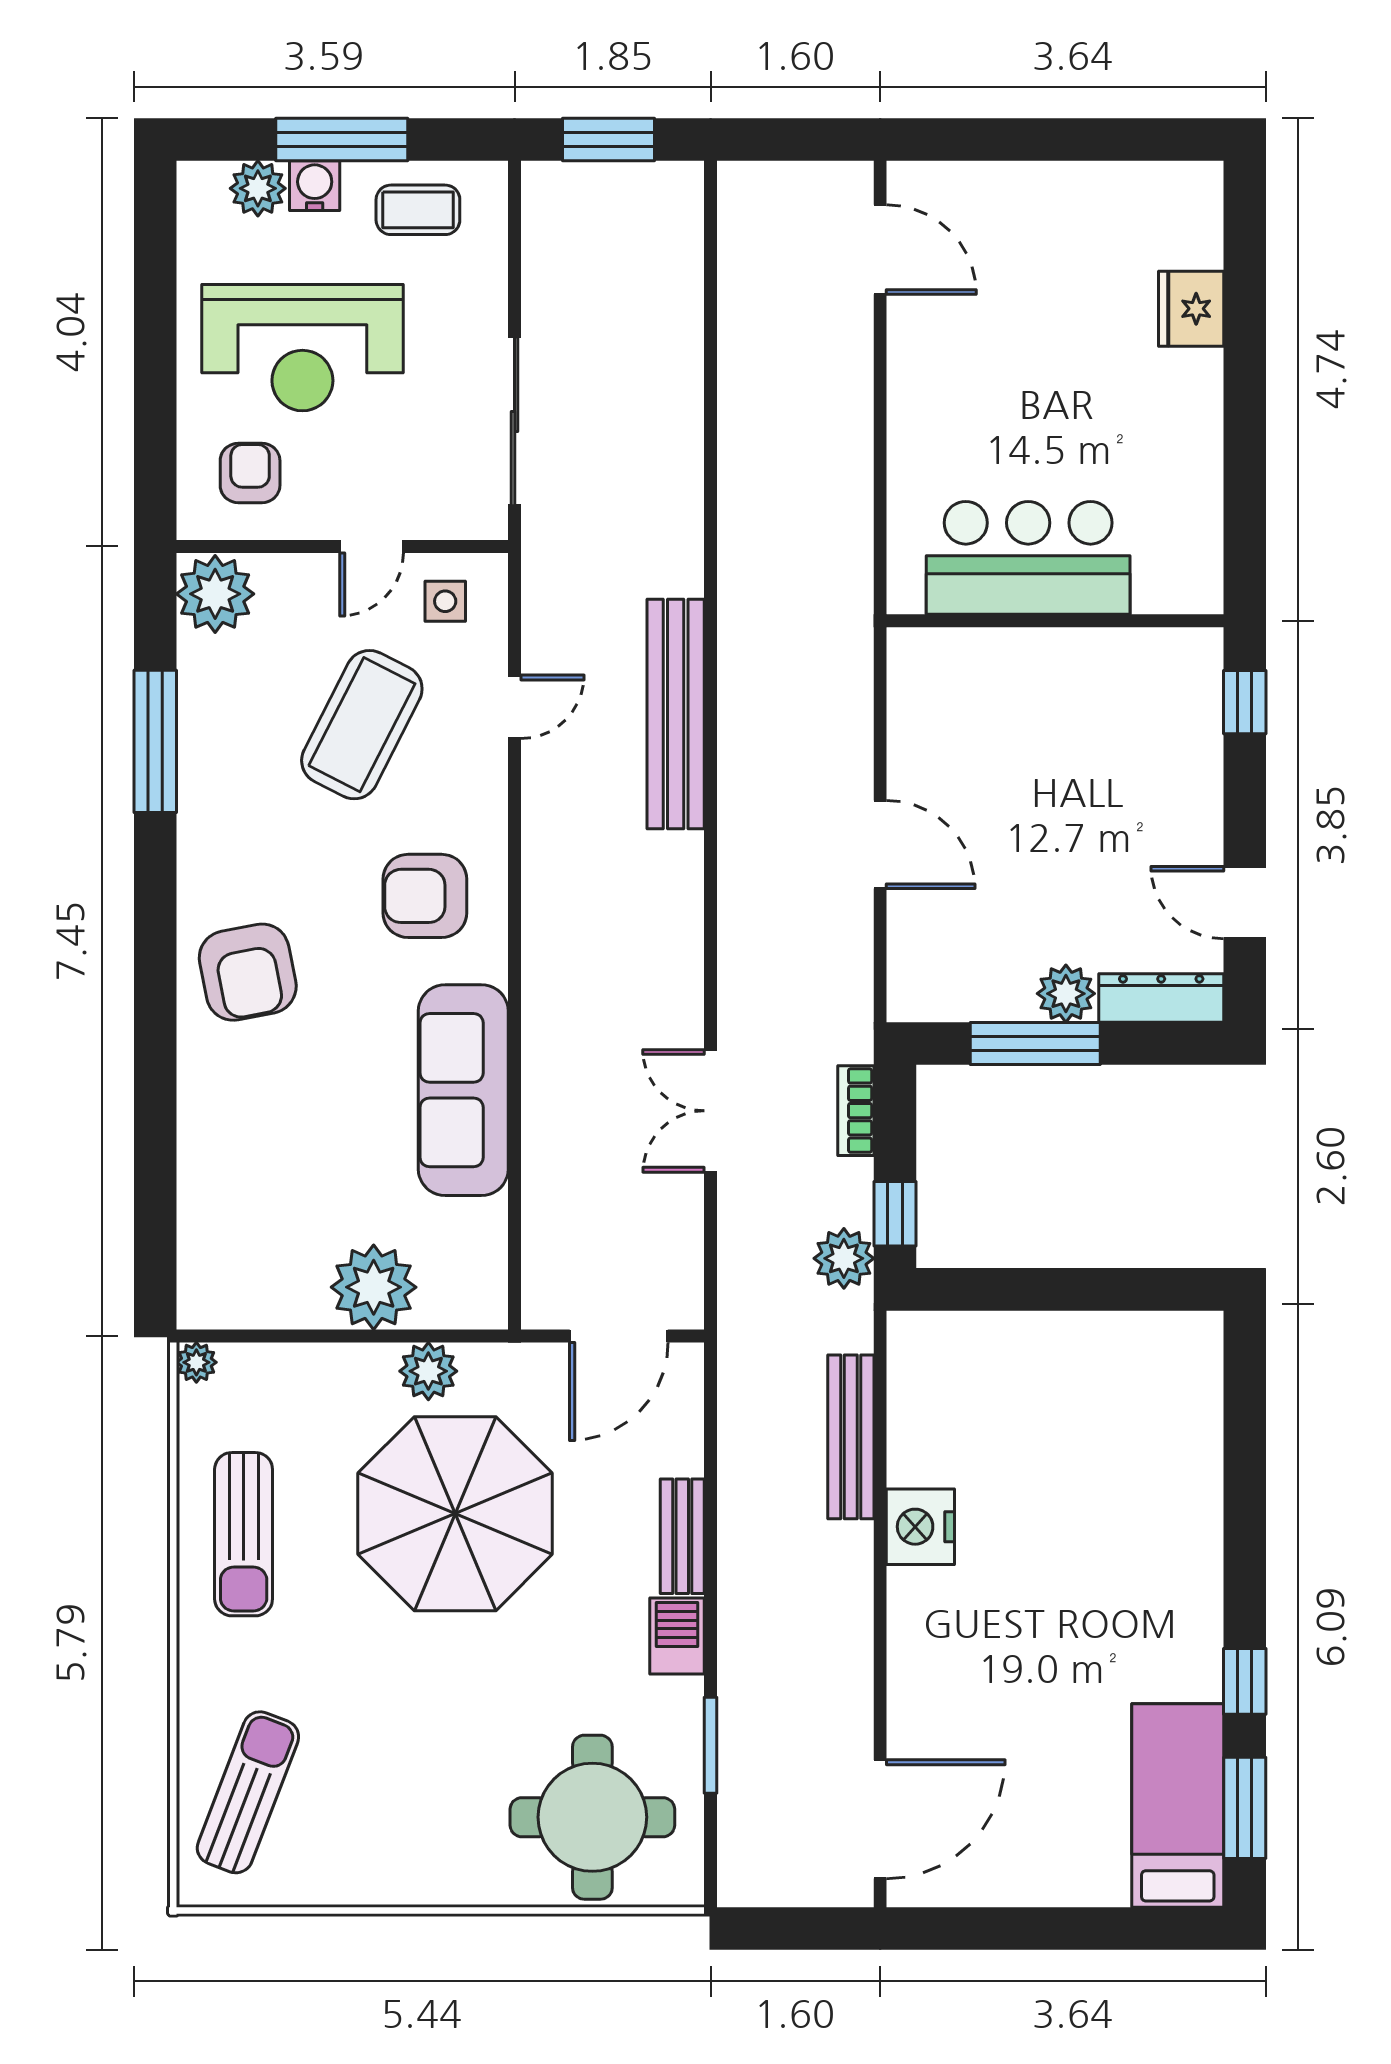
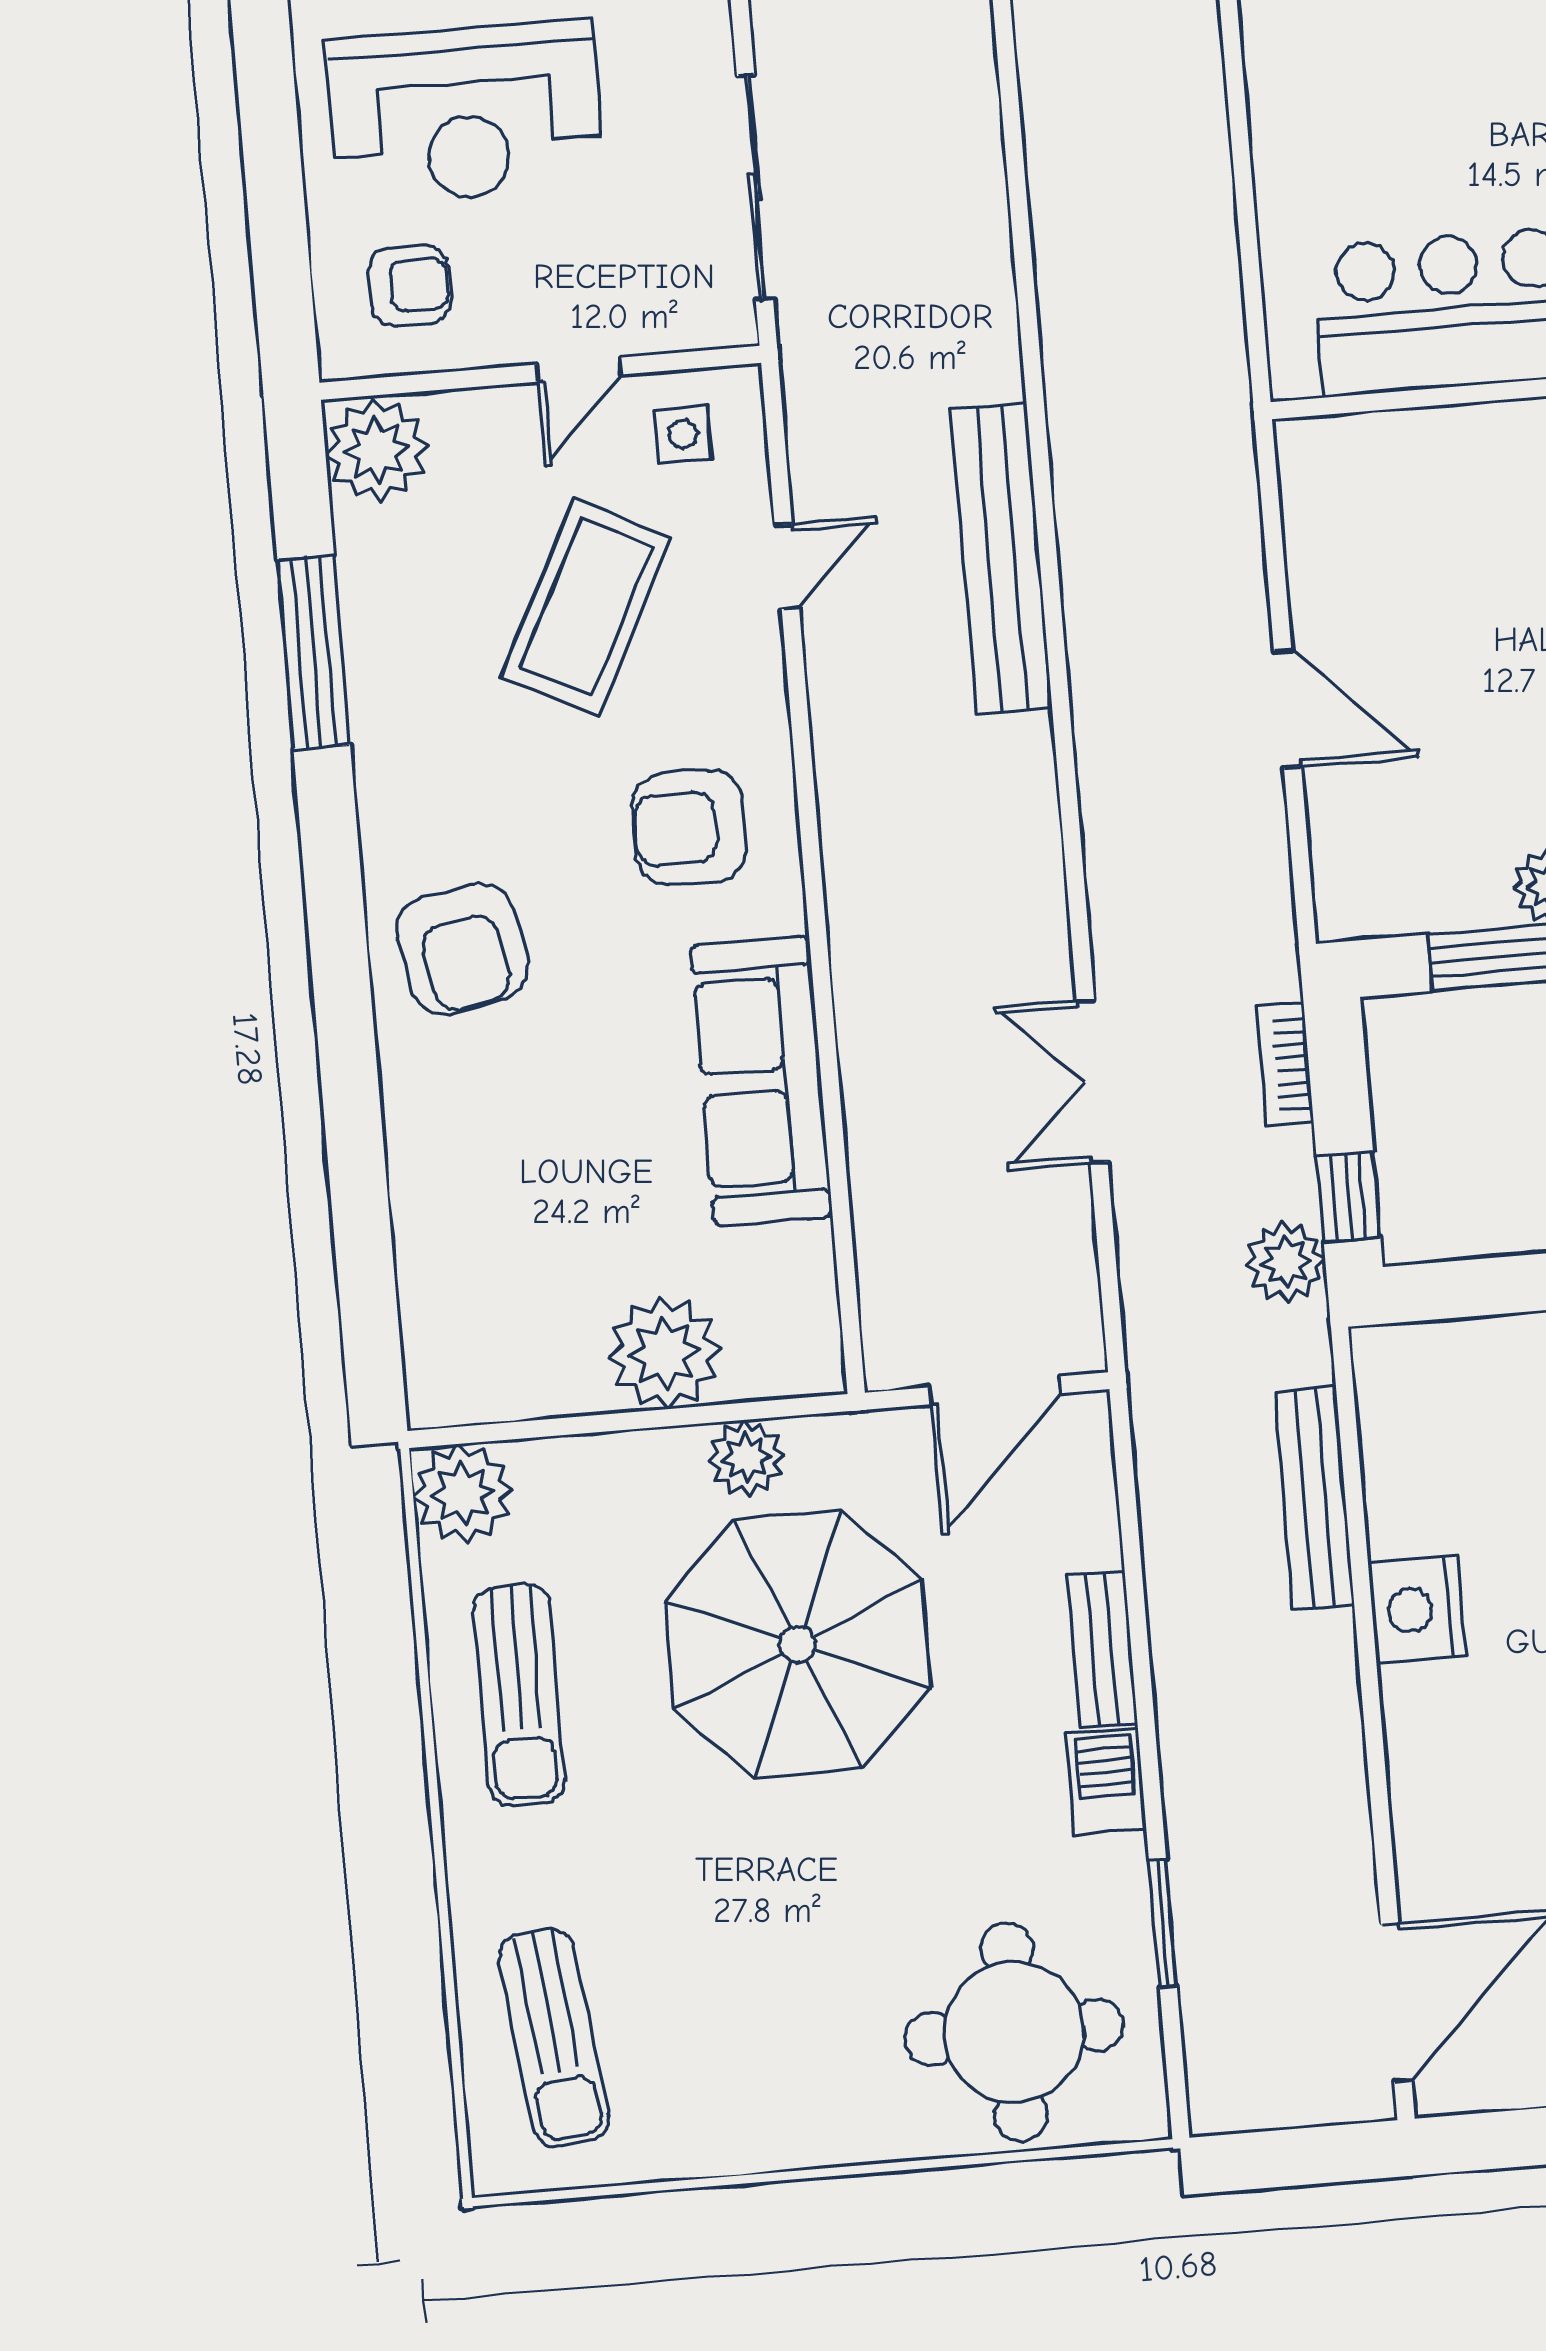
armchair: (250, 473) -> (410, 286), turned 90
plant: (196, 1362) -> (463, 1493), width x1.87, depth x1.87
sun lounger: (248, 1792) -> (554, 2037), turned 152

